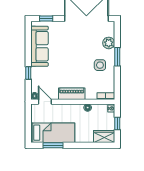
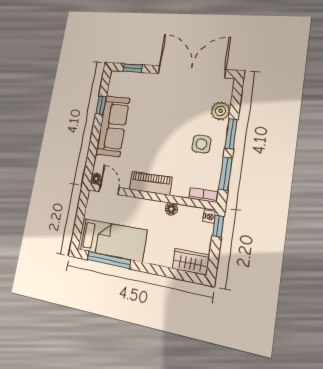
sofa: (40, 46) -> (113, 126), moved
window: (28, 73) -> (101, 105), moved
window: (117, 81) -> (226, 174), added
window: (117, 123) -> (218, 226), moved
window: (53, 145) -> (109, 260), width x1.44

